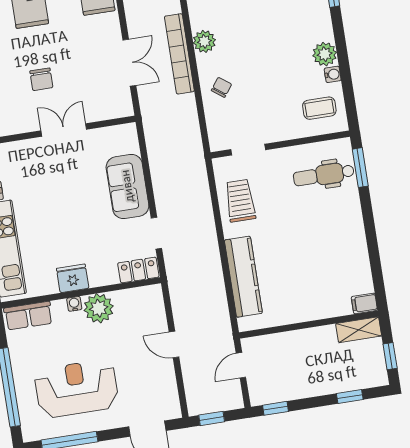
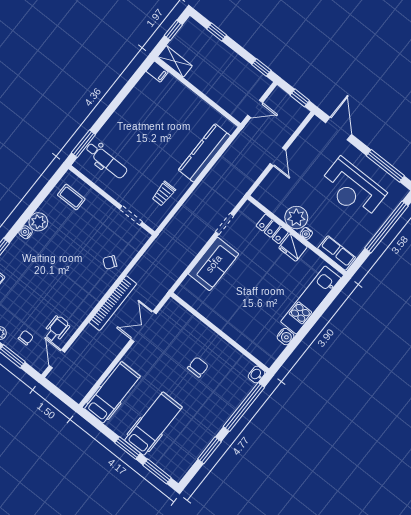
plant: (204, 41) -> (93, 295), removed
water cooler: (333, 74) -> (26, 232), moved
double door: (64, 130) -> (215, 329), removed
trolley: (240, 201) -> (164, 194), width x0.73, depth x0.72
locker: (138, 270) -> (272, 229), moved

